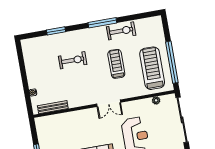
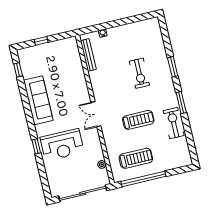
window: (102, 23) -> (181, 103), width x0.69
window: (56, 31) -> (173, 67), moved
exercise bike: (121, 31) -> (174, 123), turned 180
treadmill: (152, 68) -> (136, 158), width x0.73, depth x0.73

